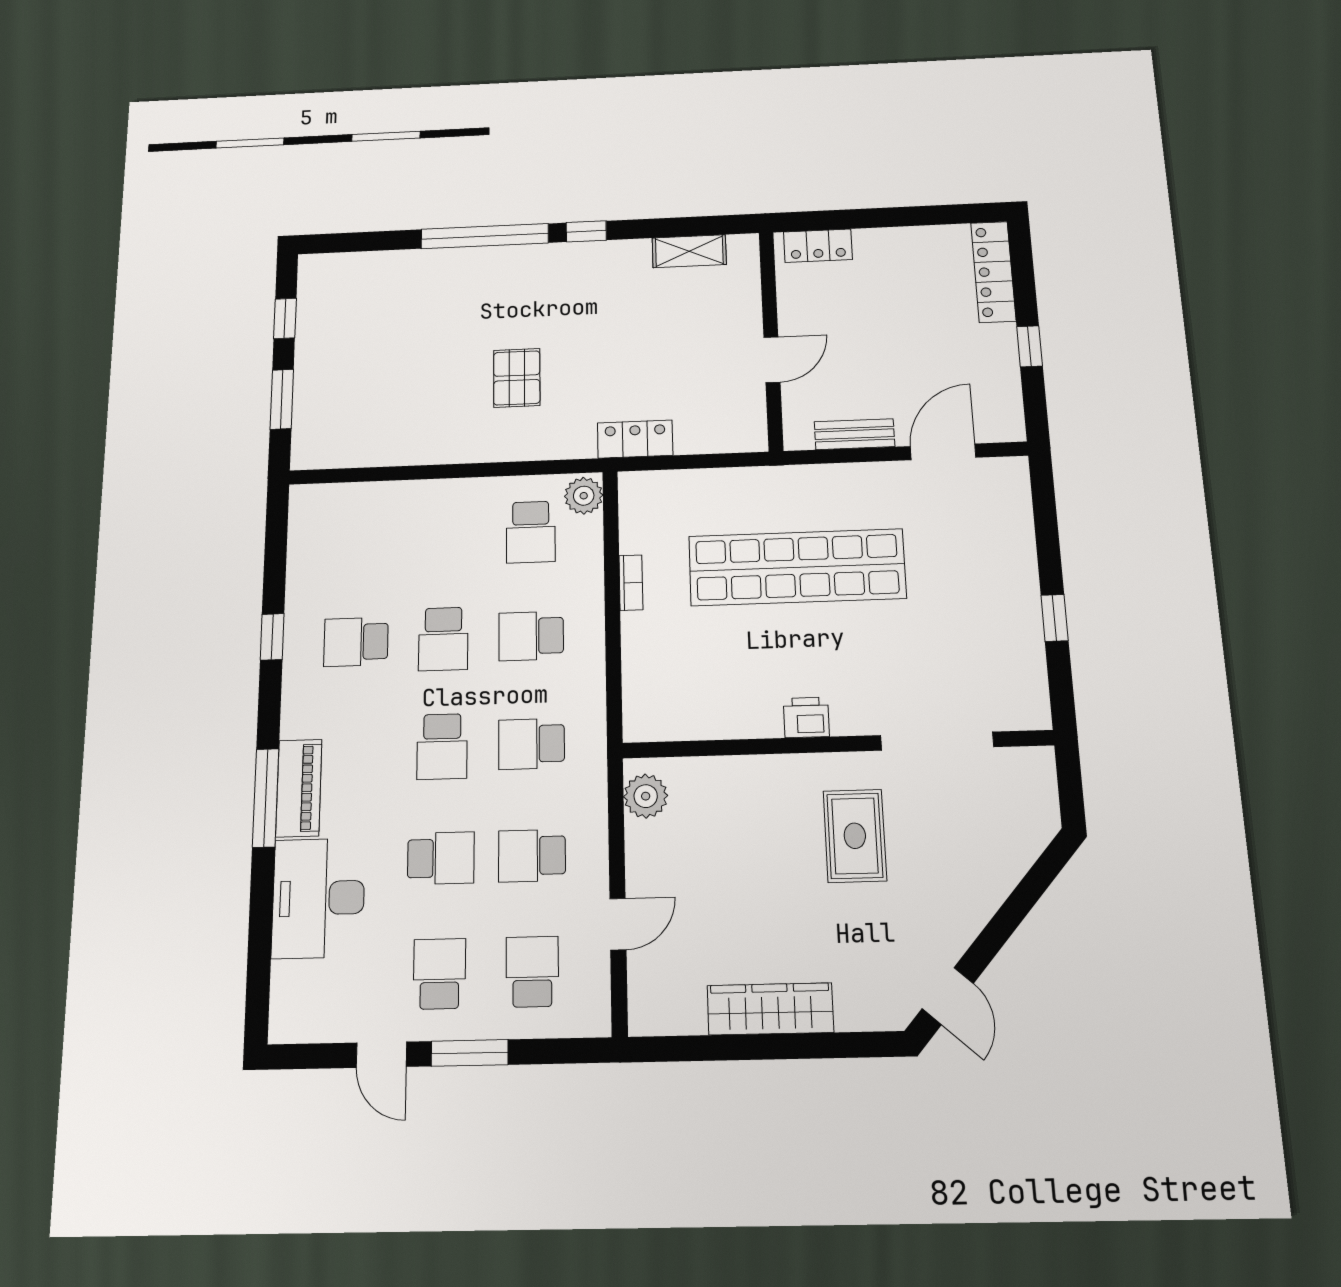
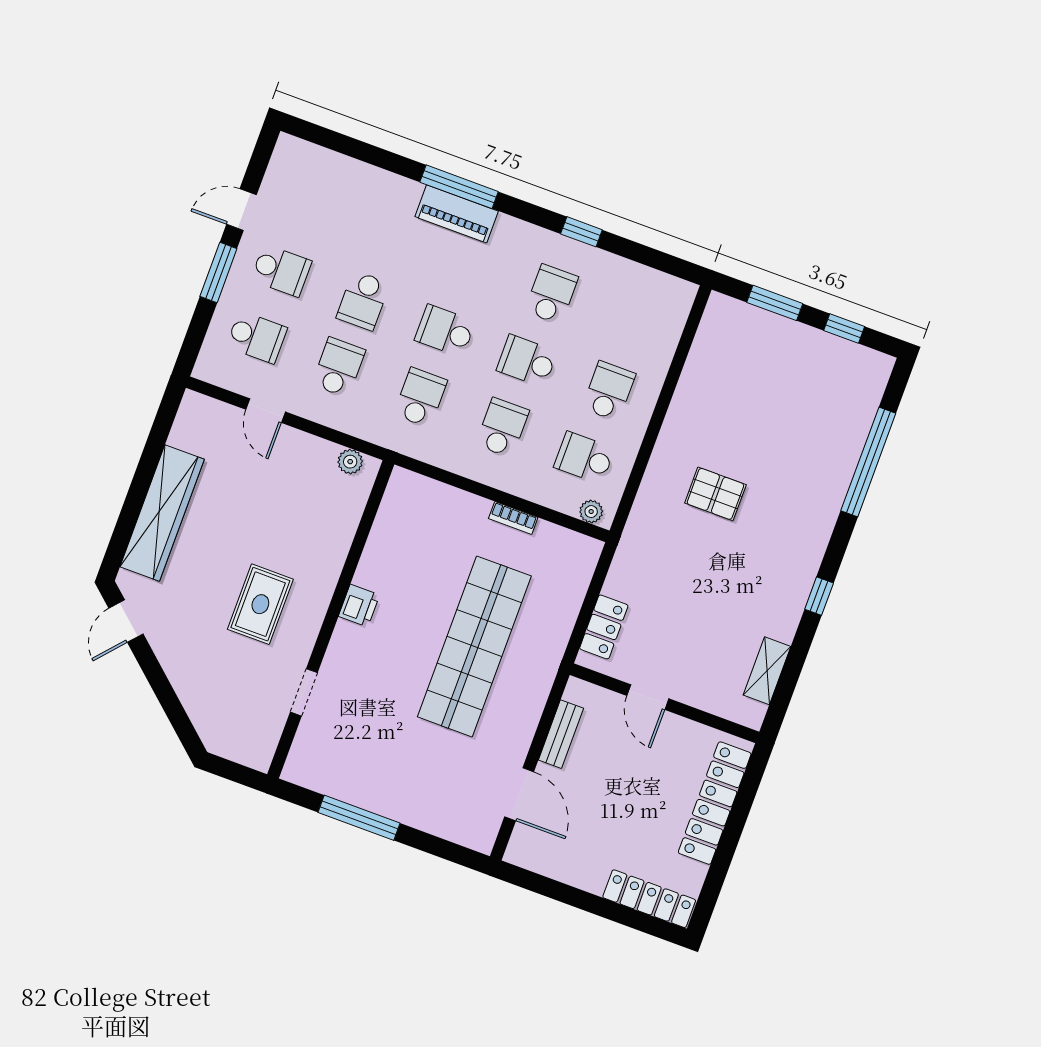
window: (485, 236) -> (868, 462), moved
locker: (818, 246) -> (715, 803), width x2.16, depth x1.21
window: (1030, 346) -> (576, 898), removed
locker: (635, 439) -> (604, 627), moved
plant: (584, 496) -> (591, 512), width x0.73, depth x0.73
school desk: (444, 535) -> (609, 391), added
window: (1055, 618) -> (359, 818), width x2.17
doorway: (937, 741) -> (304, 692), width x0.53
plant: (646, 796) -> (350, 462), width x0.73, depth x0.73
rug: (855, 836) -> (260, 604), turned 90
desk: (318, 898) -> (370, 201), removed
door: (948, 996) -> (126, 621), hinge flipped
wardrobe: (770, 1009) -> (162, 513), width x1.40, depth x1.17

